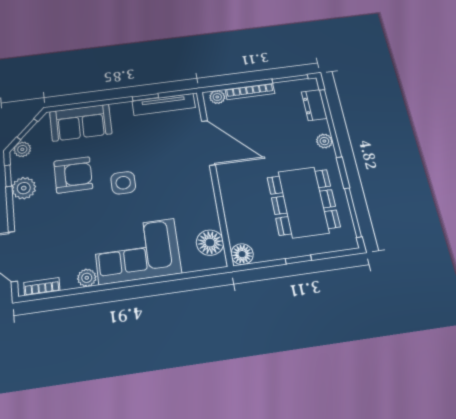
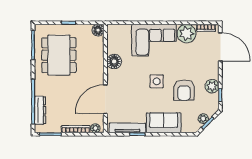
dresser: (314, 105) -> (40, 110), width x1.44
sofa: (81, 123) -> (164, 123), moved
plant: (324, 141) -> (39, 91), removed
door: (208, 143) -> (105, 99), hinge flipped
plant: (22, 149) -> (203, 119), moved
armchair: (73, 175) -> (184, 90), turned -90
floor lamp: (210, 243) -> (114, 61), moved
plant: (87, 278) -> (186, 34), width x1.88, depth x1.88

